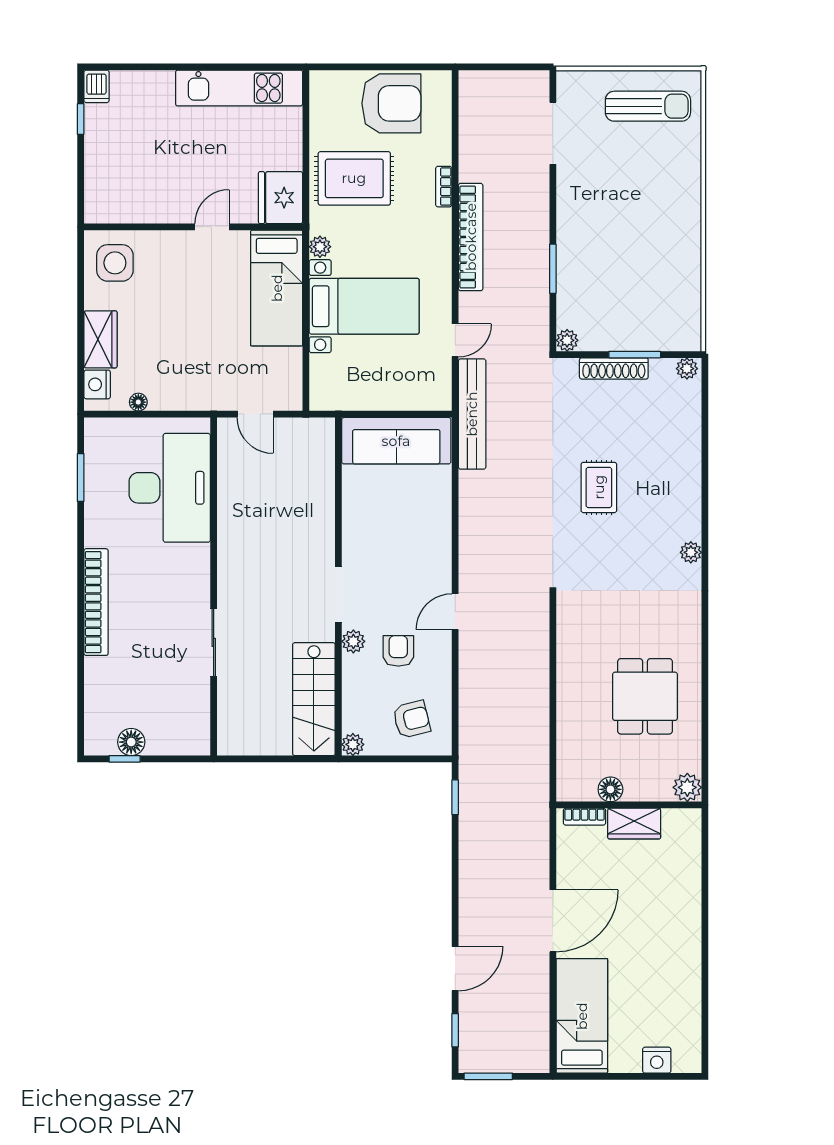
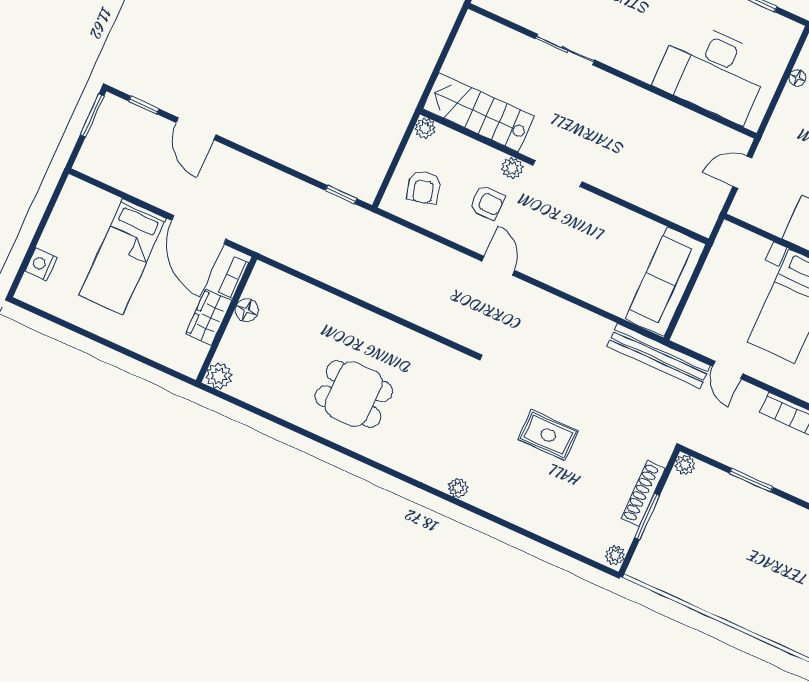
plant: (687, 787) -> (219, 376), moved
floor lamp: (610, 789) -> (247, 310), moved
wall: (629, 805) -> (226, 320), moved
bookcase: (584, 817) -> (234, 278), moved
wardrobe: (634, 824) -> (209, 317), moved
bed: (582, 1016) -> (123, 257), moved, turned 90

